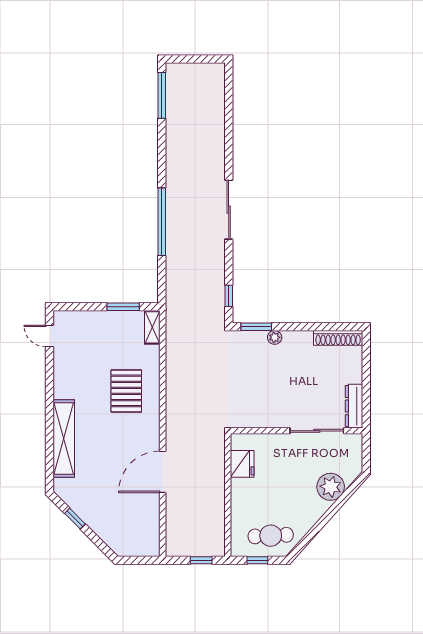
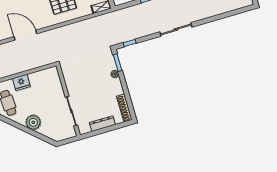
dresser: (354, 406) -> (102, 124), moved
fridge: (242, 464) -> (21, 82), moved
plant: (331, 487) -> (33, 122), moved

